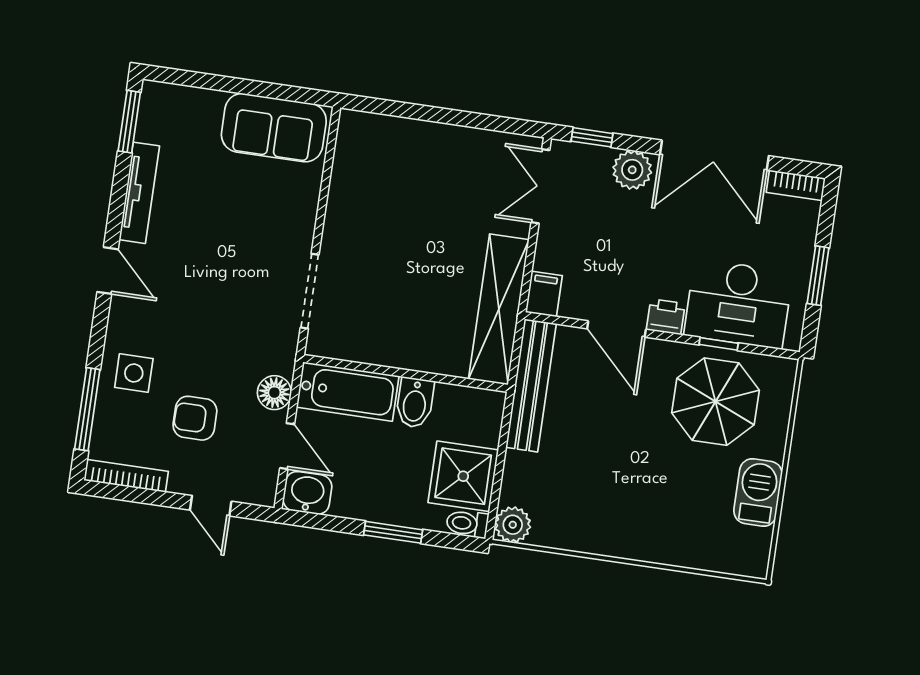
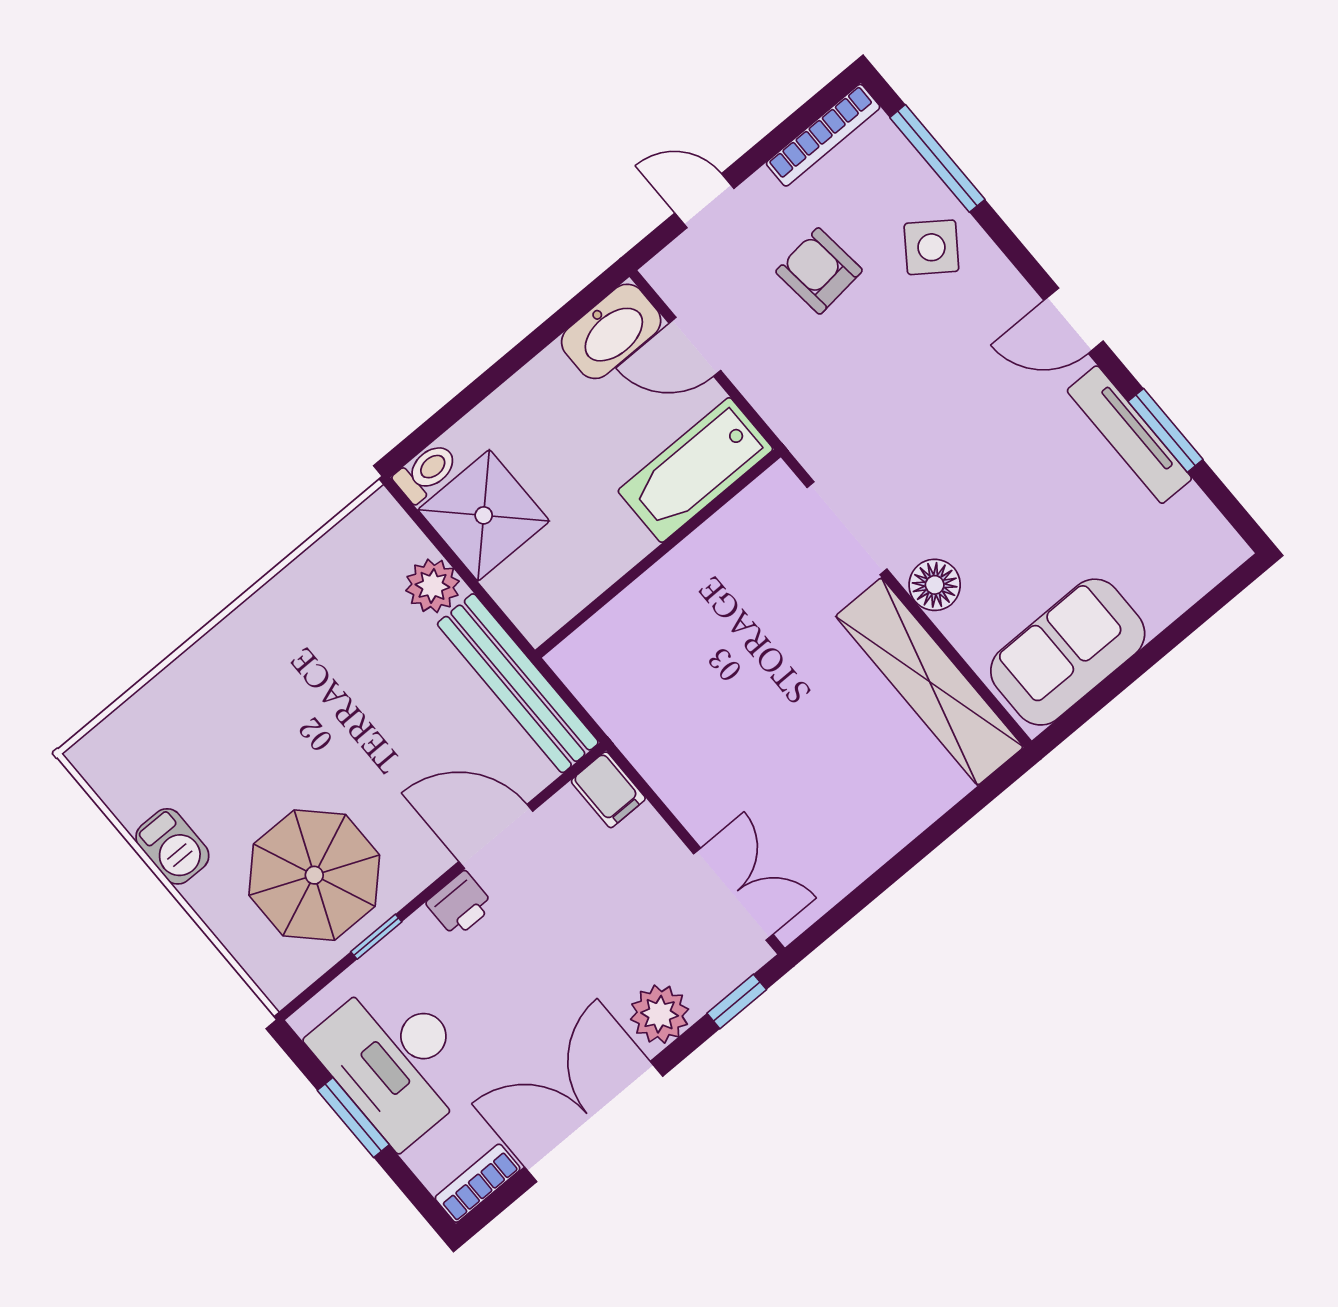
window: (129, 122) -> (1166, 430), moved
desk: (738, 304) -> (395, 1060), moved, turned -90
shelving: (499, 309) -> (929, 682), moved
side table: (134, 373) -> (931, 247), turned 36
floor lamp: (274, 393) -> (935, 585), moved
bidet: (415, 403) -> (615, 535), removed
armchair: (195, 418) -> (819, 271), turned -96
washbasin: (307, 493) -> (611, 331), width x1.38
barbecue: (758, 493) -> (172, 846), width x0.73, depth x0.79
plant: (513, 525) -> (432, 586), moved
window: (393, 532) -> (491, 380), removed

